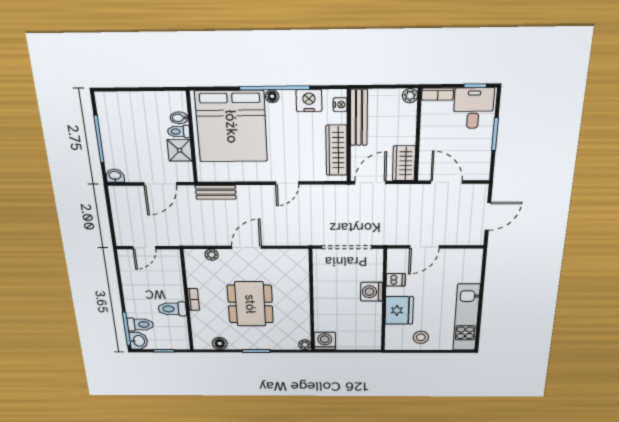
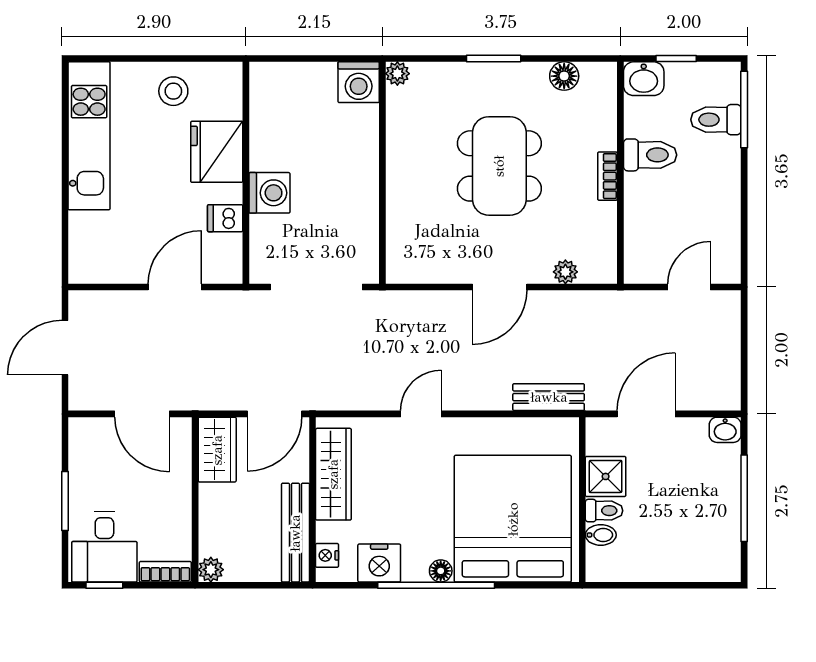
washbasin: (138, 341) -> (644, 79), moved, turned -90

